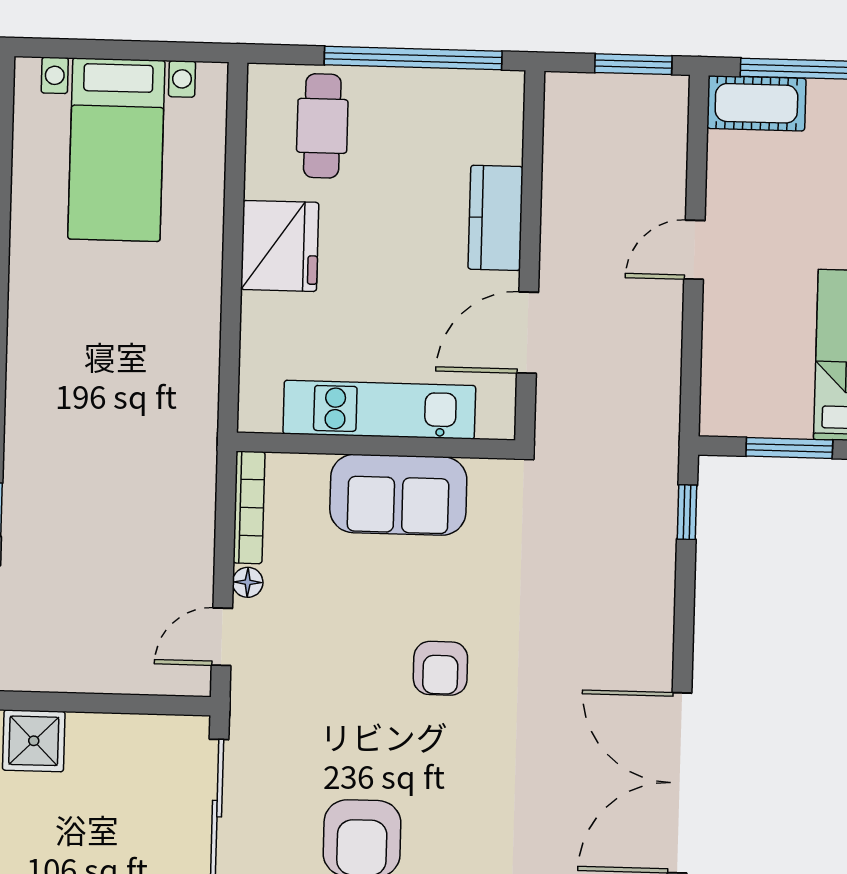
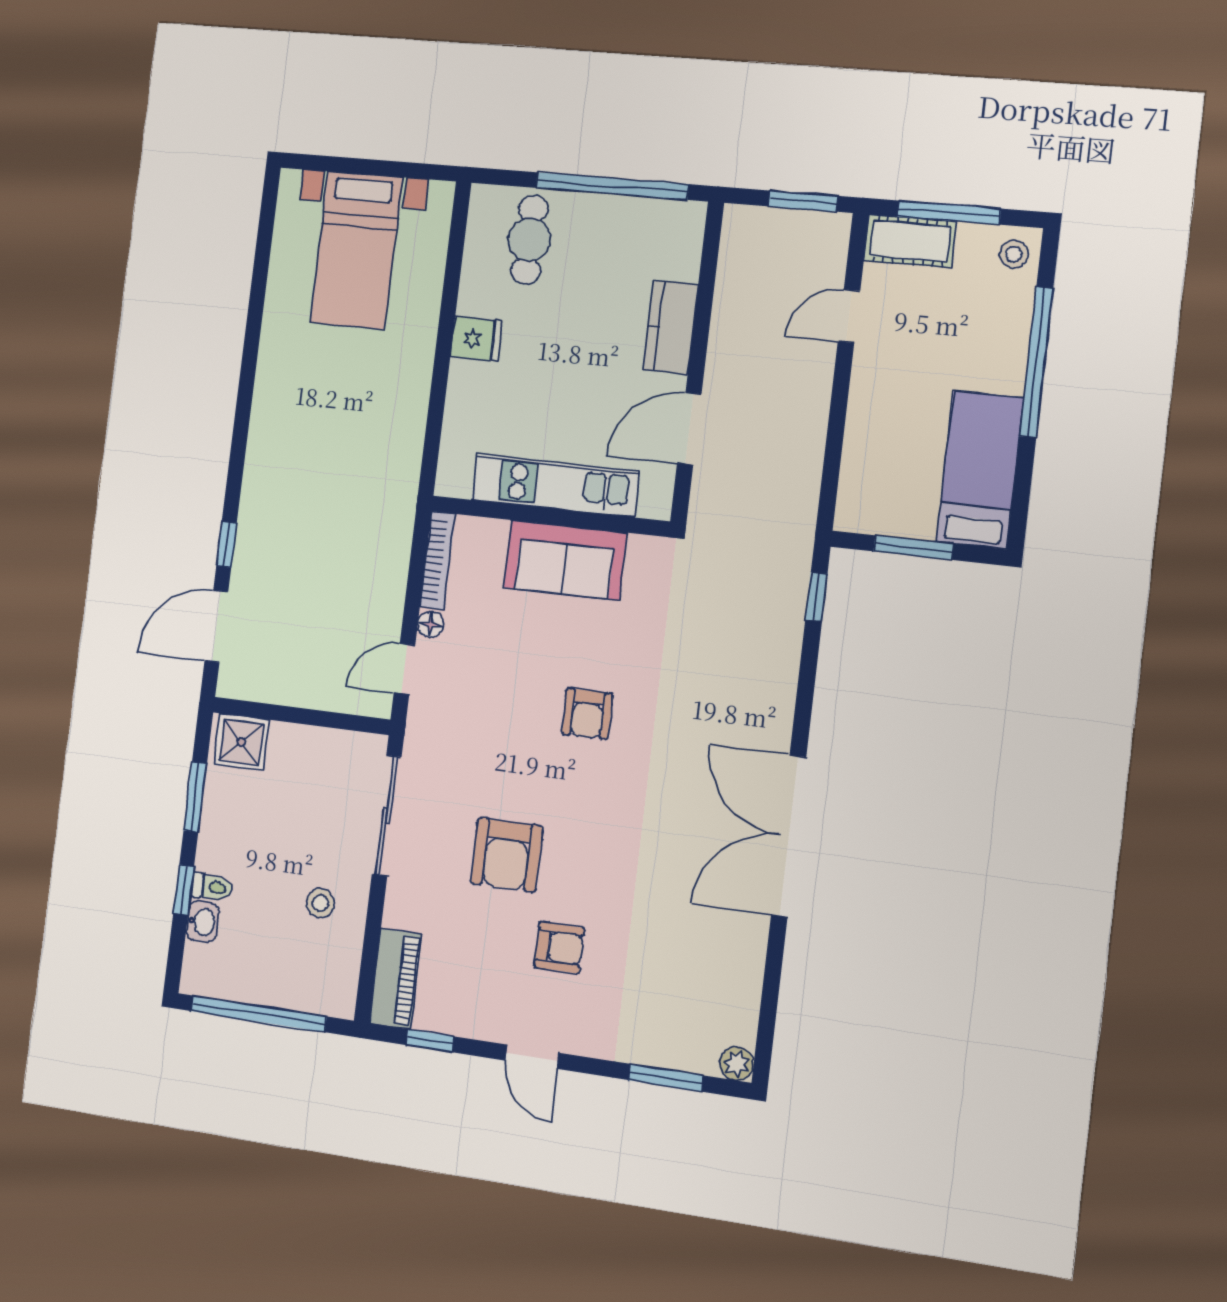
fridge: (280, 246) -> (476, 339), width x0.53, depth x0.75
door: (694, 250) -> (849, 316), moved

